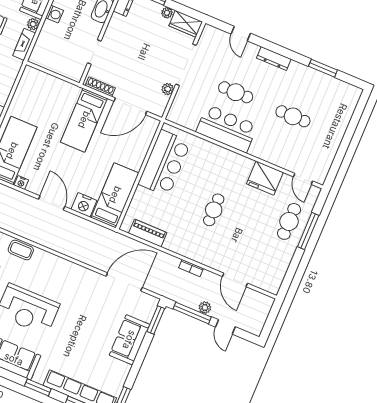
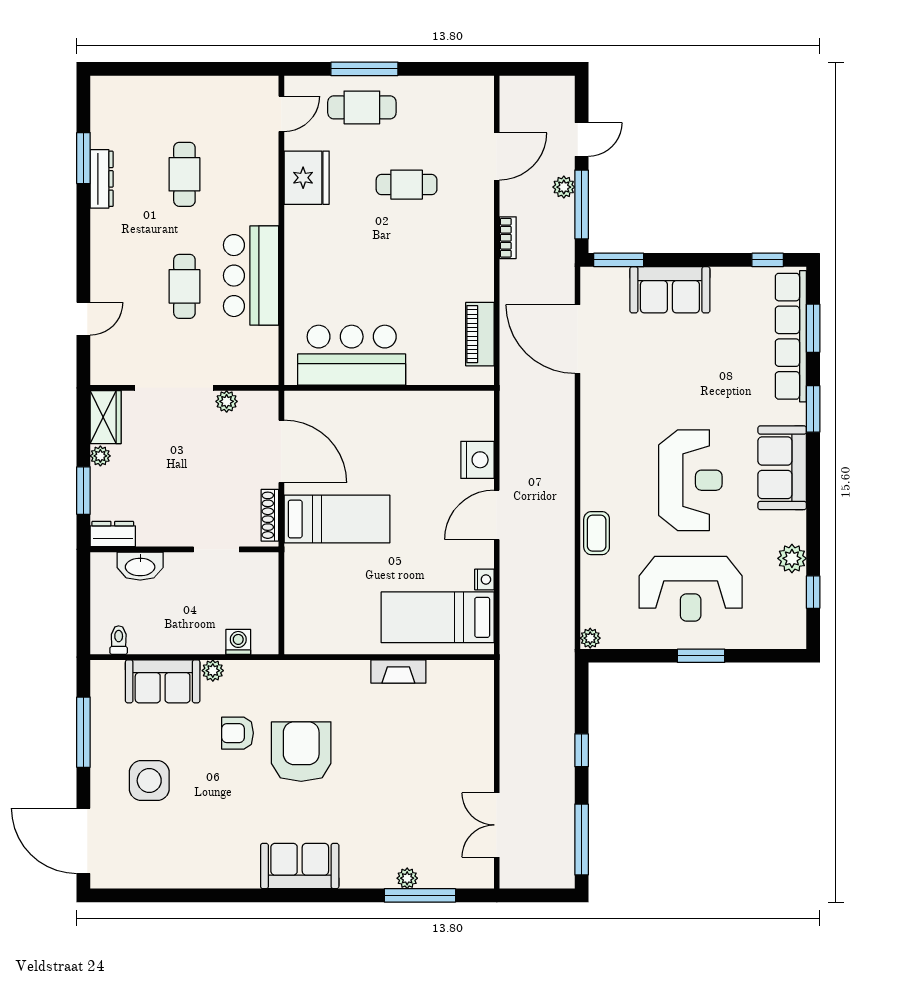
washing machine: (54, 14) -> (238, 642), moved
fireplace: (24, 44) -> (253, 671), removed
dresser: (274, 58) -> (102, 179), moved
bed: (115, 195) -> (440, 415), removed
cafe table: (214, 210) -> (407, 185), moved

